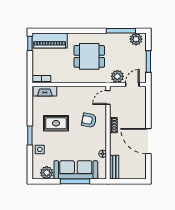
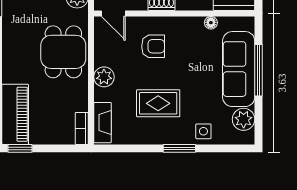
dining table: (89, 56) -> (63, 52), moved
plant: (71, 92) -> (104, 77), added
armchair: (89, 120) -> (153, 46), turned -101
rug: (56, 123) -> (158, 103), turned 90

